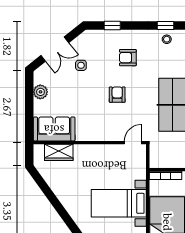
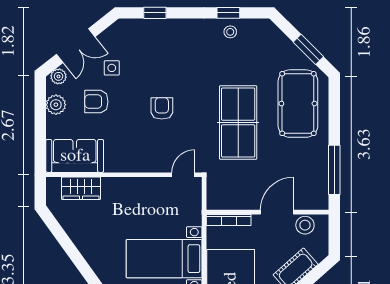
armchair: (128, 58) -> (96, 102), moved
plant: (42, 71) -> (59, 76), added

